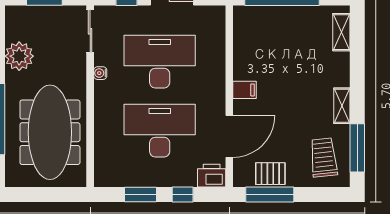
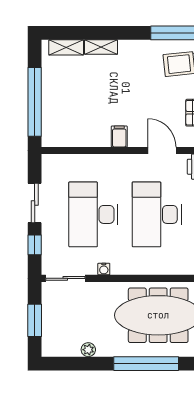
plant: (19, 56) -> (88, 350), width x0.53, depth x0.53
shelving: (342, 106) -> (101, 47), moved
door: (229, 136) -> (162, 151), width x0.73

